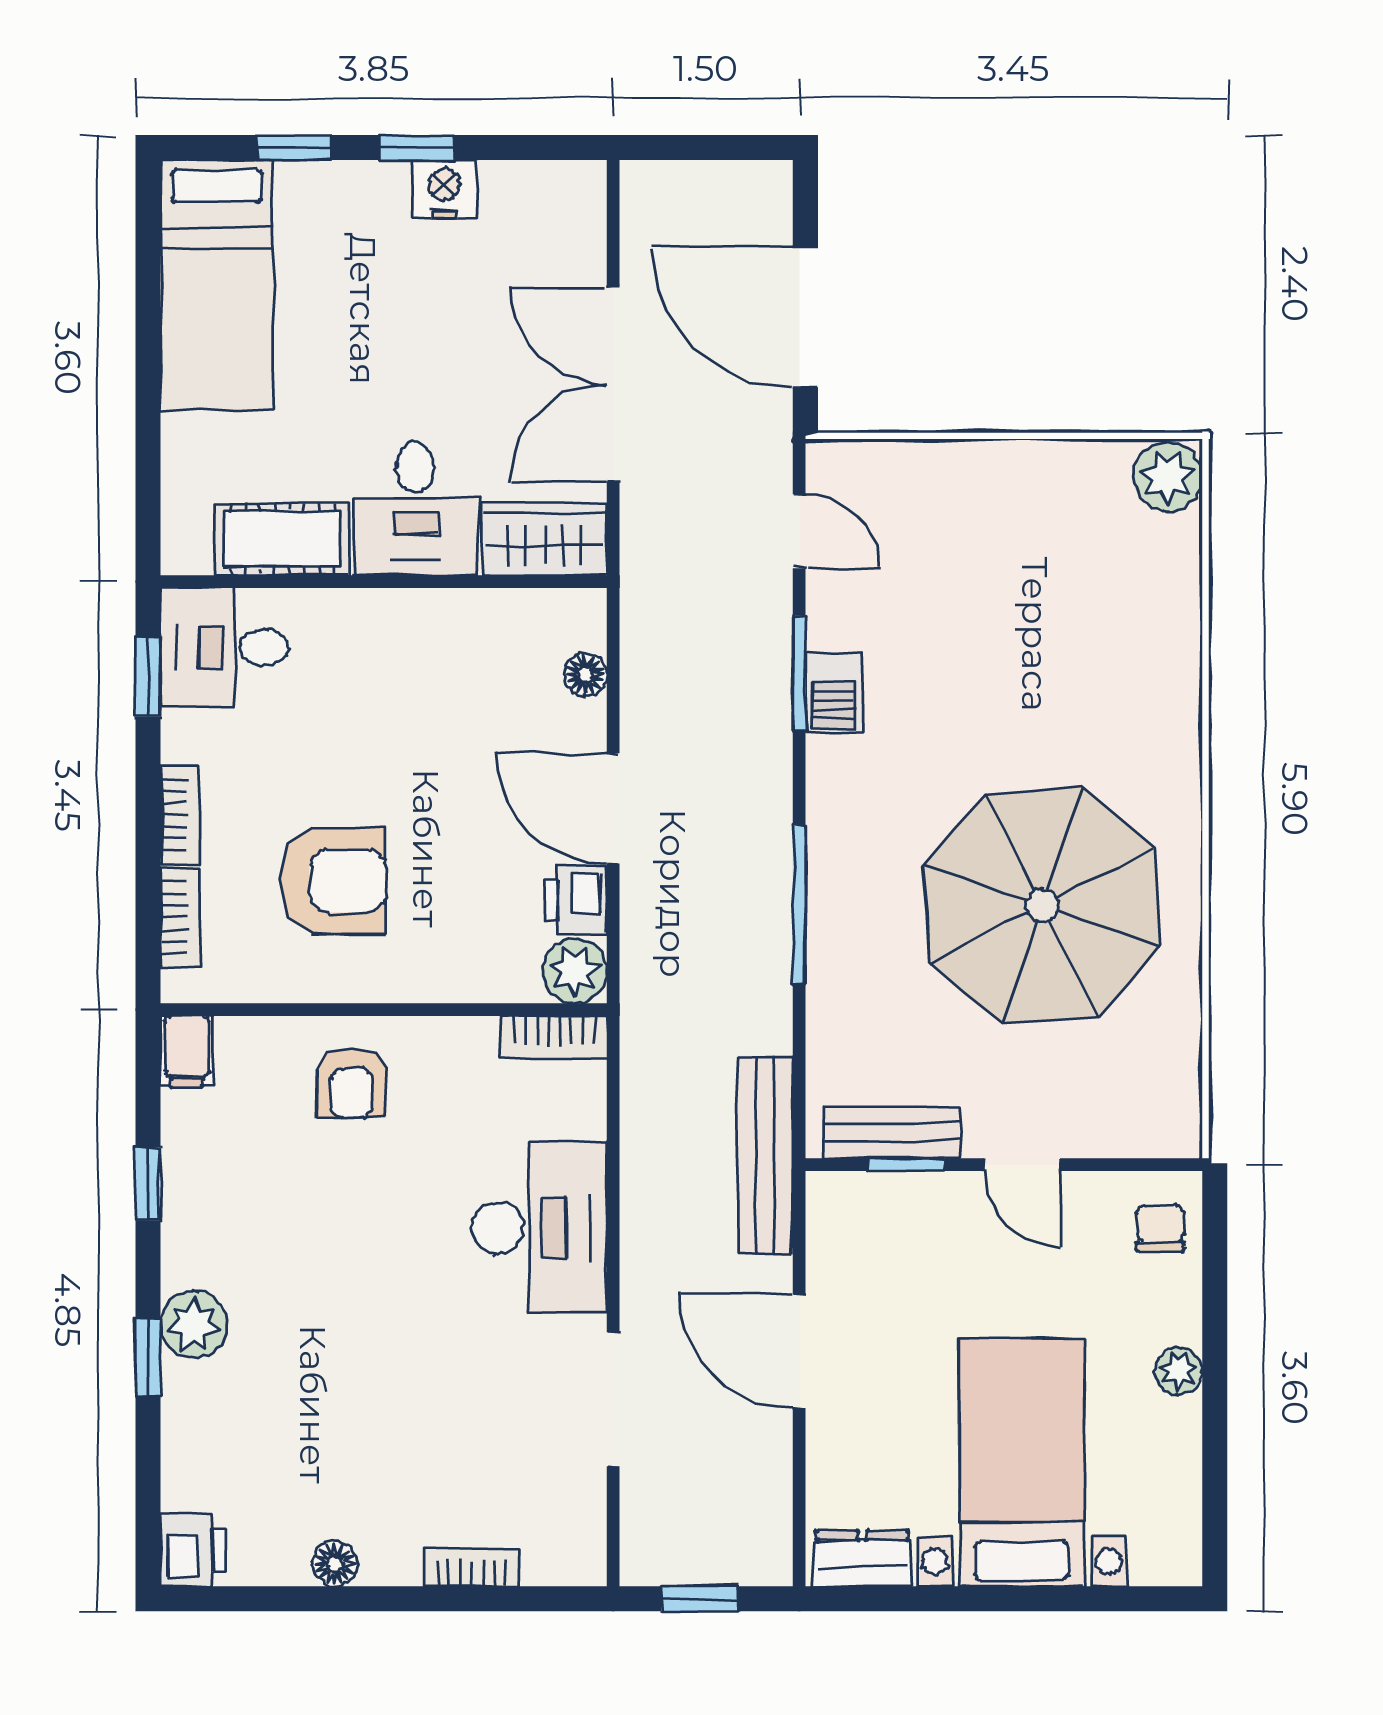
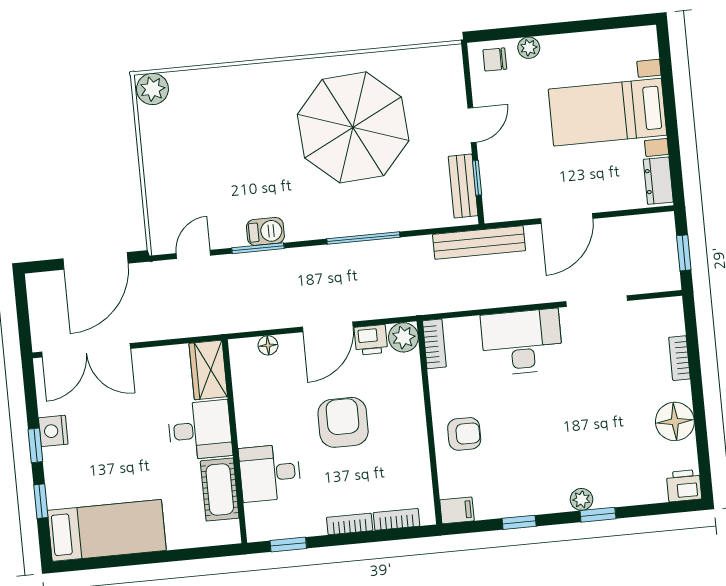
double door: (613, 384) -> (86, 350), moved
desk: (225, 647) -> (270, 473), moved, turned 90
armchair: (333, 881) -> (343, 422), moved
plant: (194, 1324) -> (581, 499), width x0.73, depth x0.73
plant: (1179, 1371) -> (529, 48), moved
floor lamp: (335, 1564) -> (675, 421), width x1.89, depth x1.89

